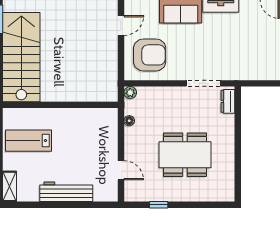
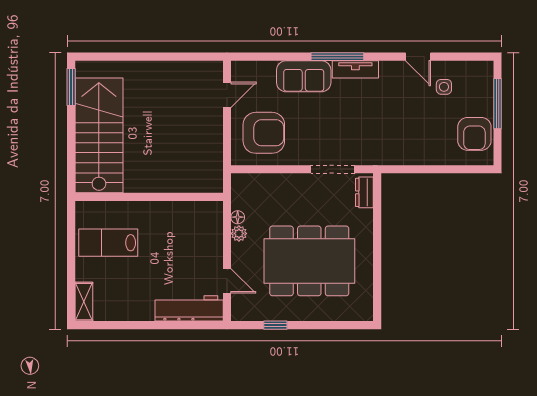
plant: (130, 93) -> (239, 233), moved
dining table: (185, 155) -> (309, 261), width x1.36, depth x1.24
workbench: (66, 192) -> (189, 308), moved

